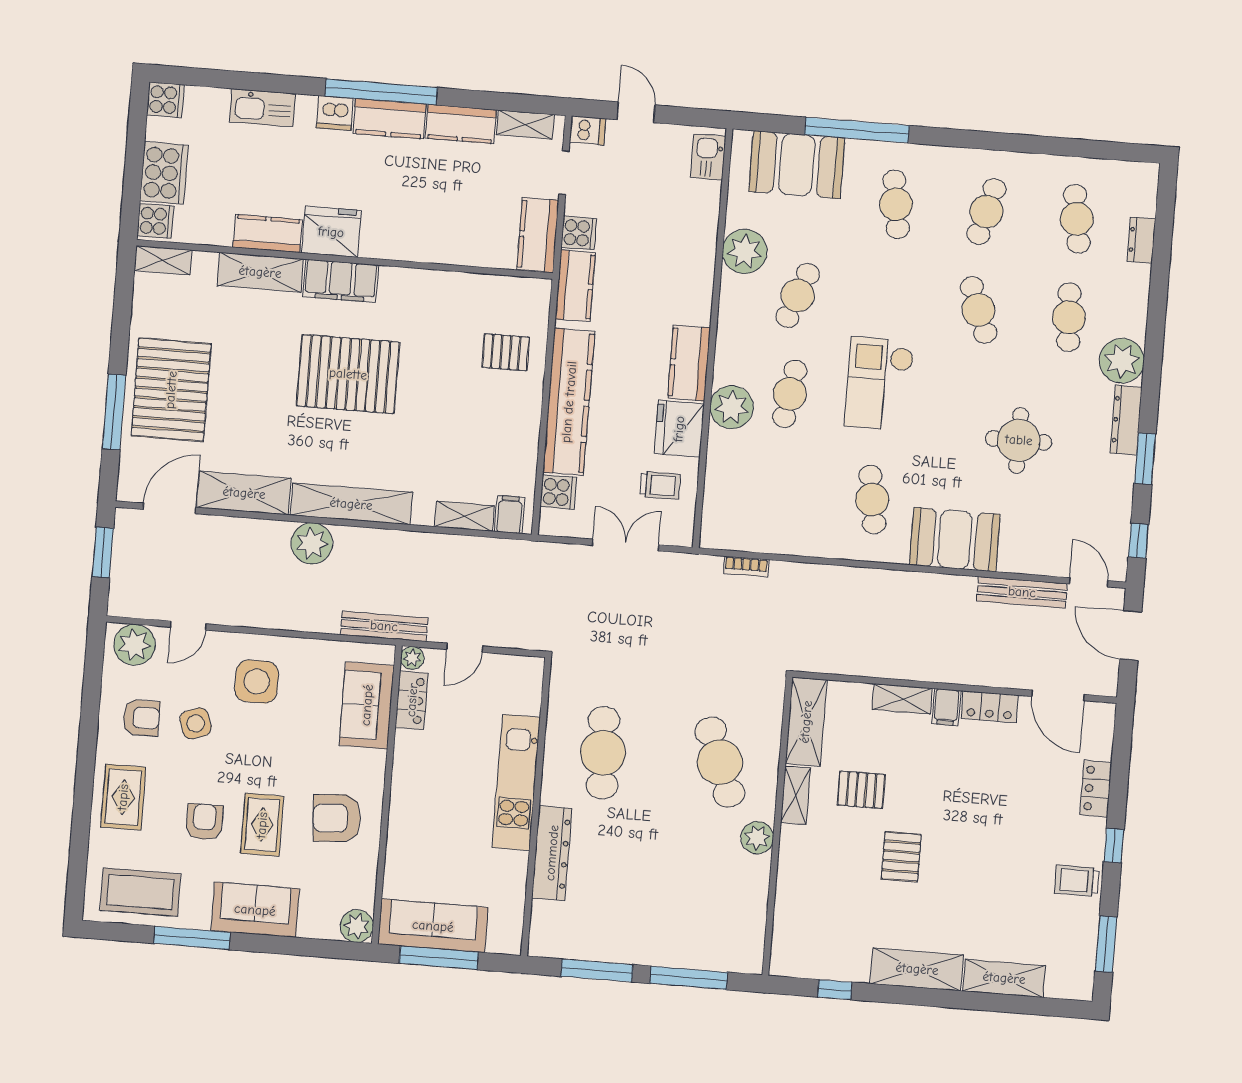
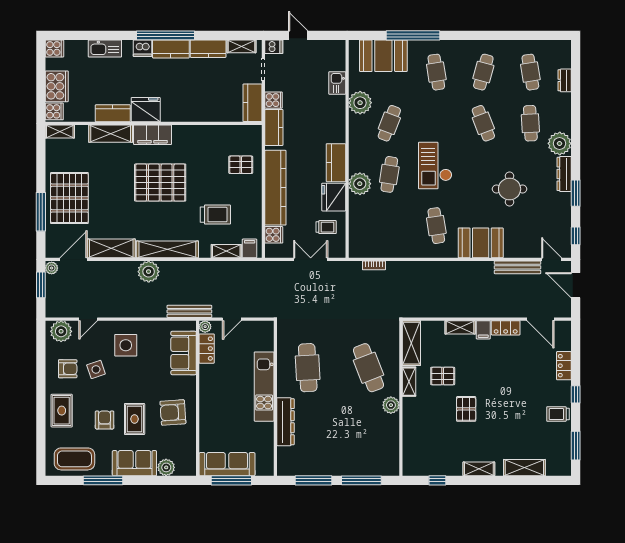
kitchen sink: (708, 157) -> (337, 83), moved
trolley: (449, 444) -> (215, 215), added
plant: (126, 522) -> (52, 268), added
plant: (357, 926) -> (166, 467), moved
shelving: (917, 969) -> (479, 469), width x0.67, depth x0.75

